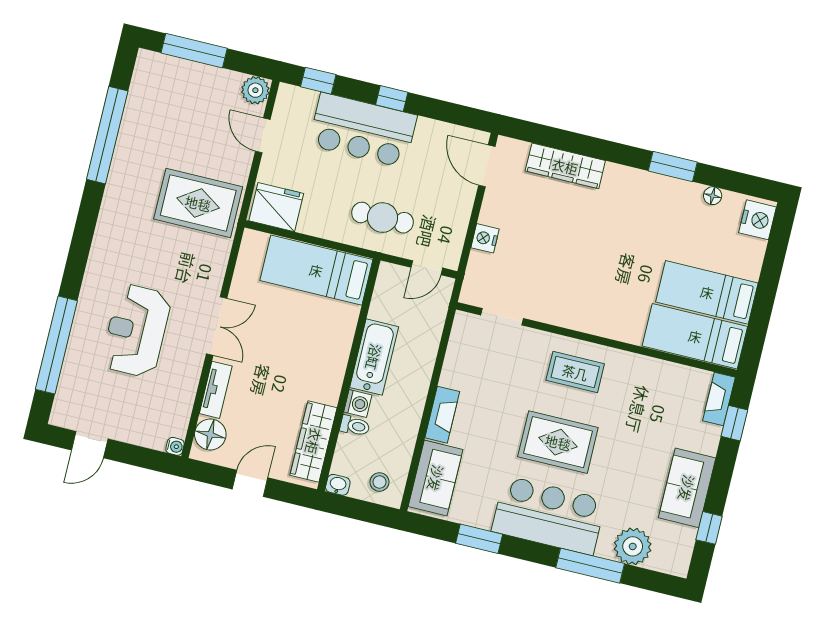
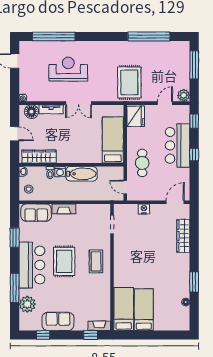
nightstand: (758, 220) -> (180, 324), removed

